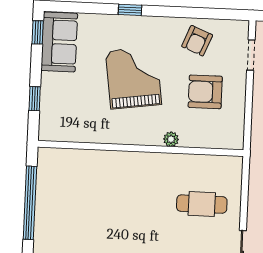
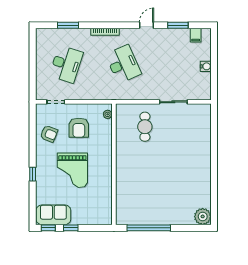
grand piano: (134, 78) -> (72, 170), turned -82
window: (35, 99) -> (71, 228), moved
plant: (171, 139) -> (108, 114), moved

